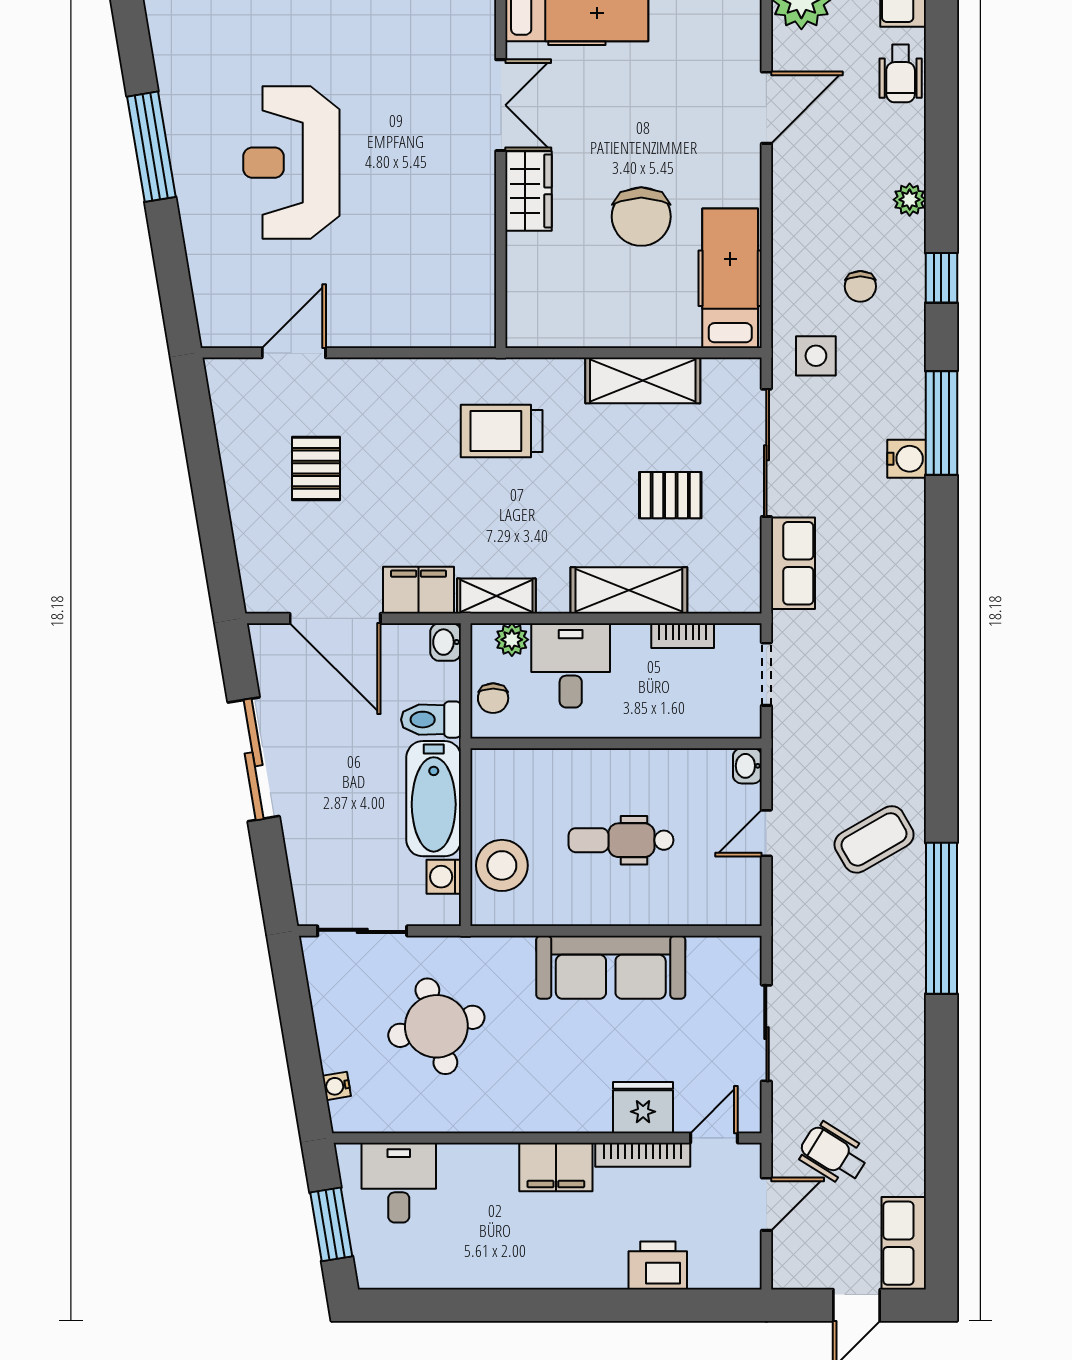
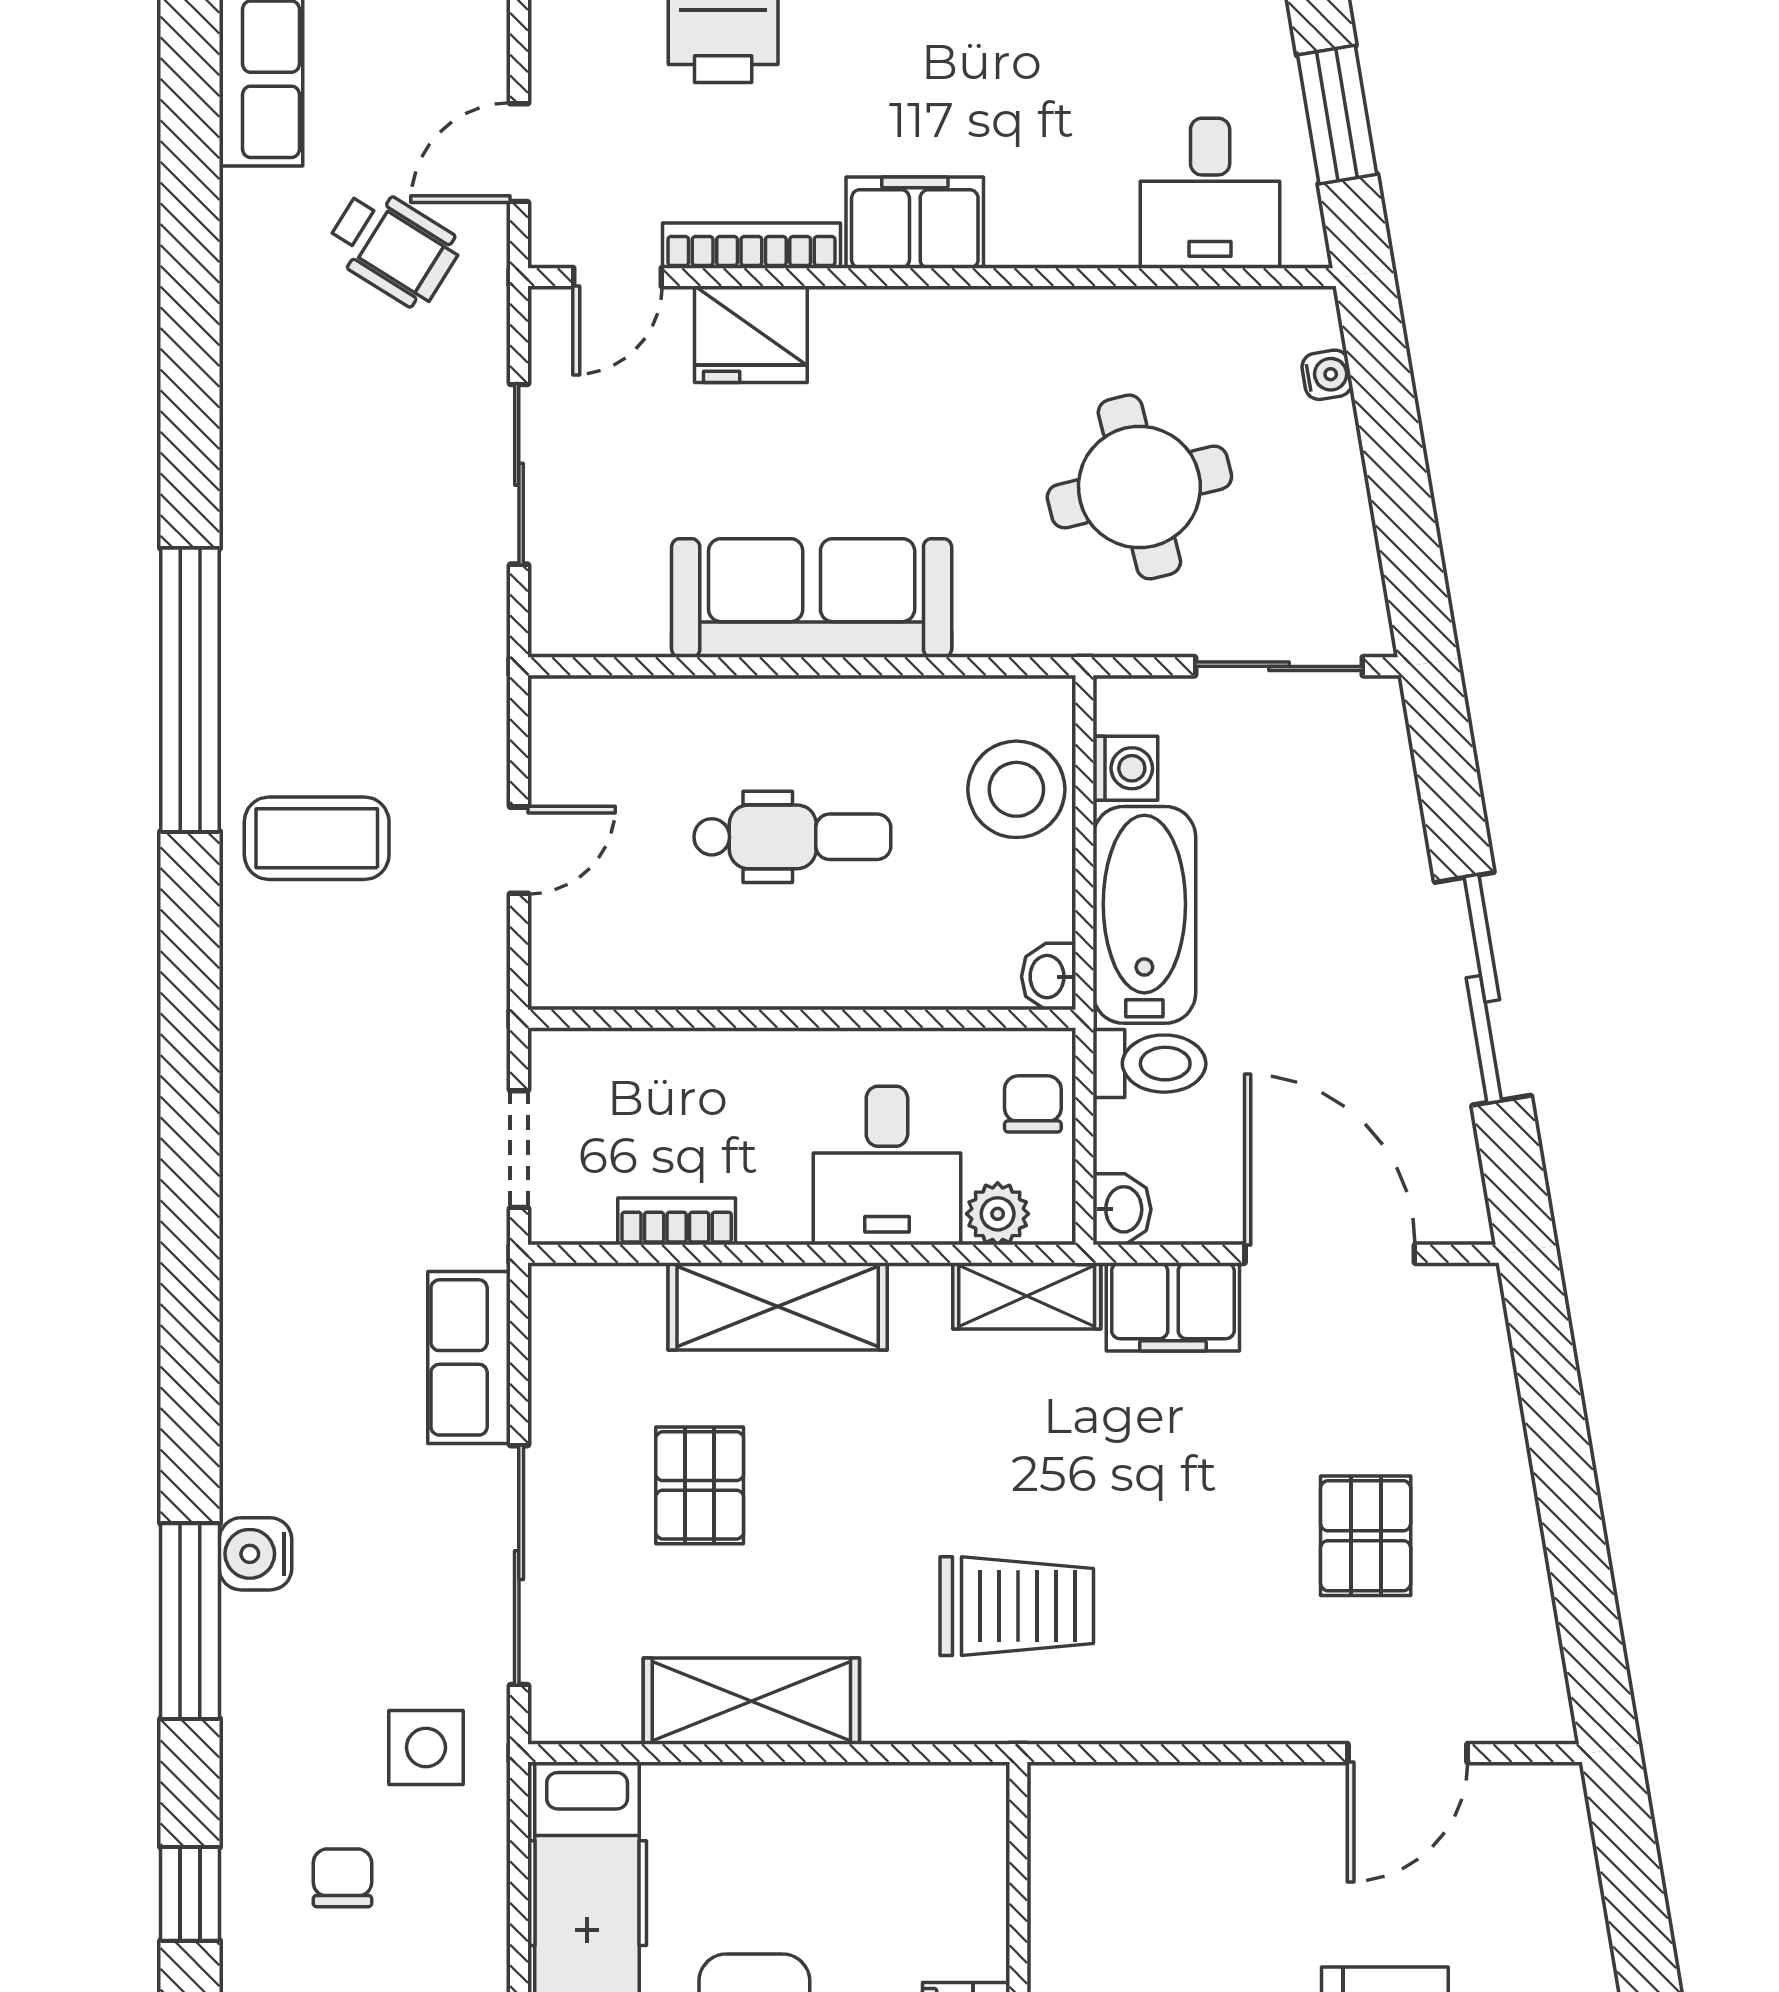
pallet: (670, 495) -> (700, 1485), turned 90
washbasin: (747, 766) -> (1049, 977), moved, turned 180
coffee table: (874, 839) -> (317, 838), turned 30

